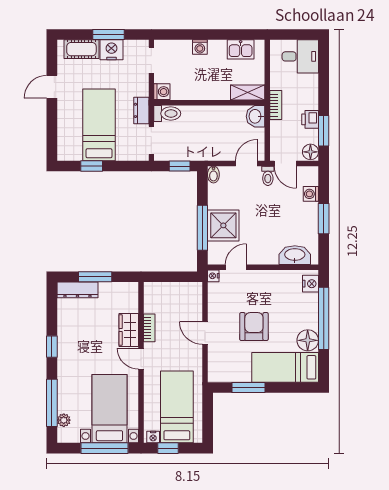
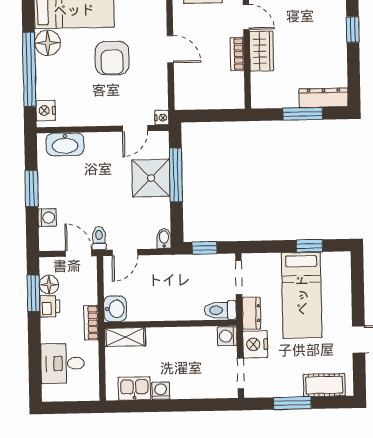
washing machine: (200, 47) -> (161, 391), moved
nightstand: (111, 50) -> (255, 344), moved, turned 90
desk: (300, 56) -> (63, 363), moved
floor lamp: (310, 152) -> (49, 285), moved

